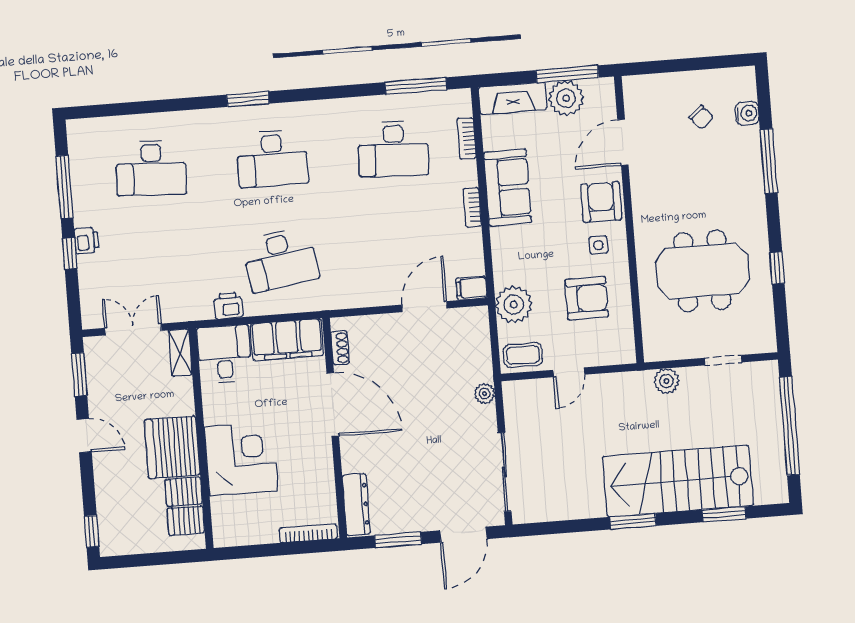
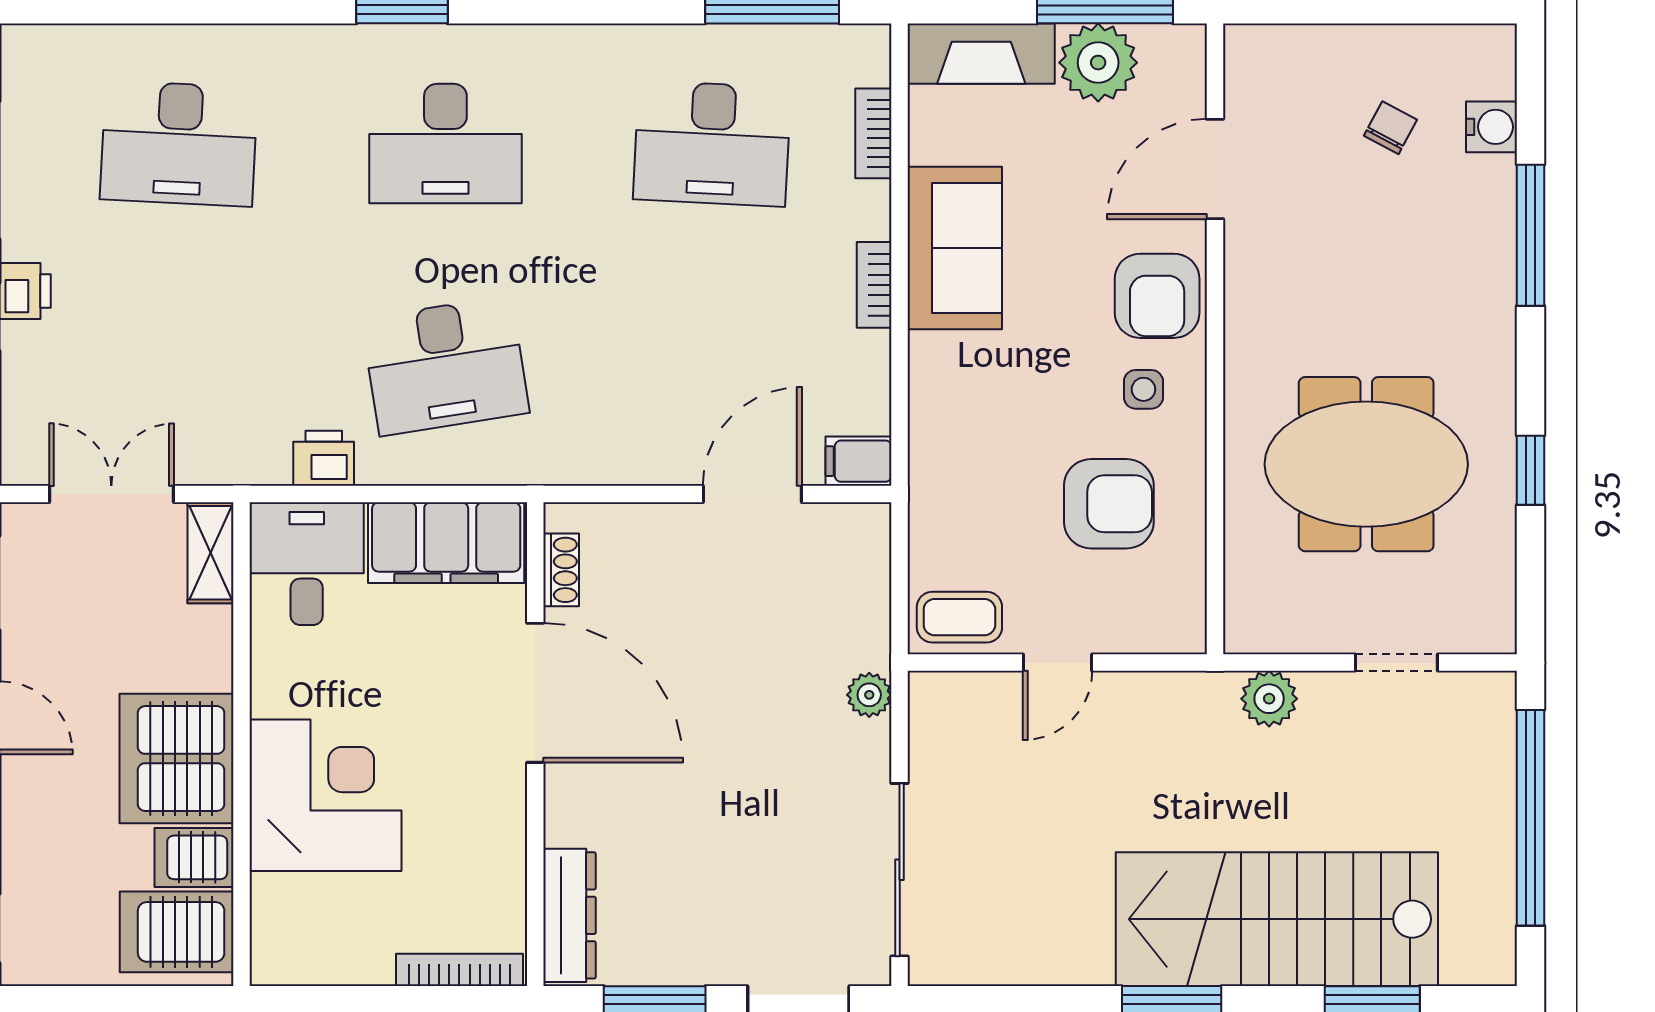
chair: (701, 117) -> (1390, 128), turned -113
armchair: (601, 202) -> (1157, 296), turned 180
plant: (514, 305) -> (948, 505), removed
server rack: (186, 521) -> (177, 932), width x1.36, depth x1.44

